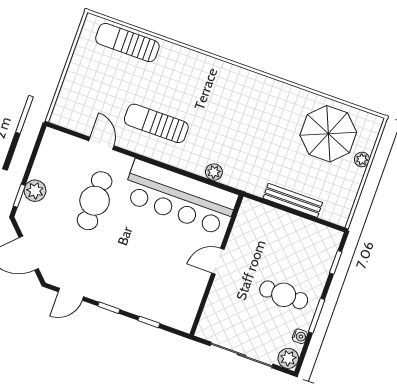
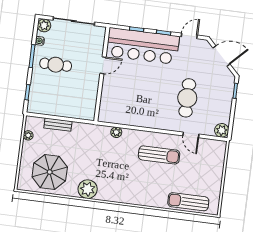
sun lounger: (127, 43) -> (188, 202), turned 180
plant: (276, 95) -> (88, 189), added
plant: (362, 159) -> (28, 135), moved
plant: (35, 191) -> (222, 130), moved
bar counter: (180, 197) -> (143, 46), moved, turned 180
bench: (293, 200) -> (58, 125), width x0.73
door: (218, 261) -> (103, 65), moved

